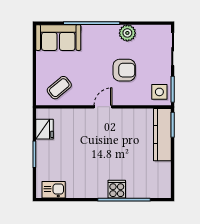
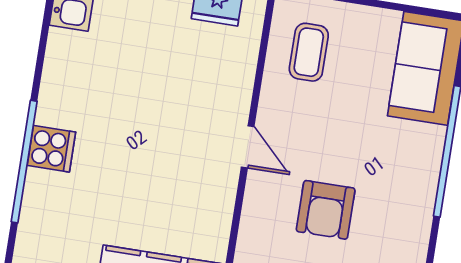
plant: (127, 33) -> (411, 231), removed
coffee table: (59, 88) -> (309, 52), turned 40

